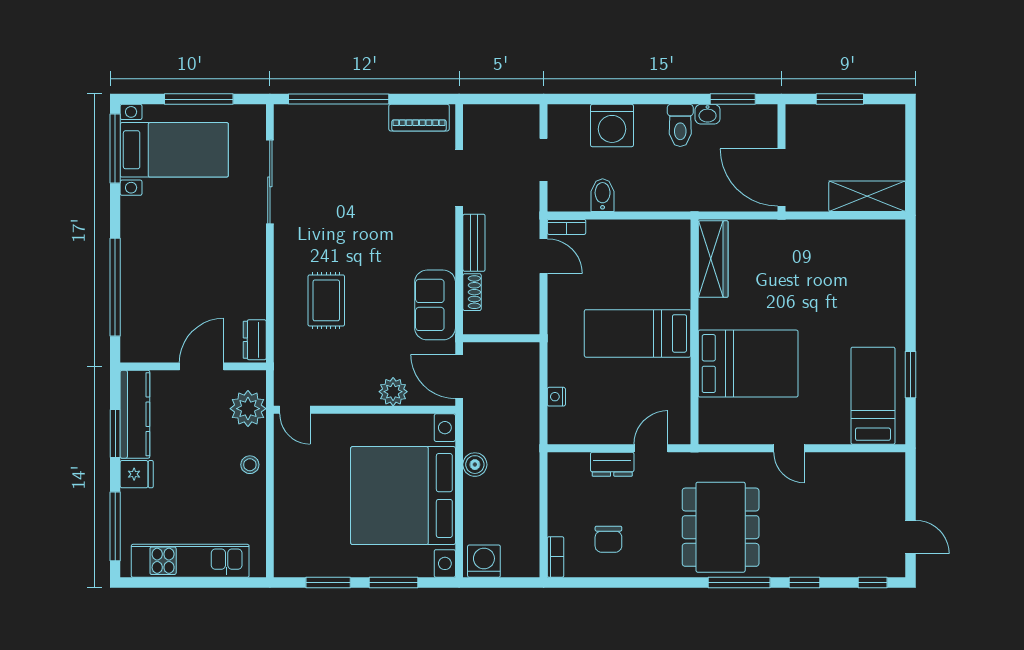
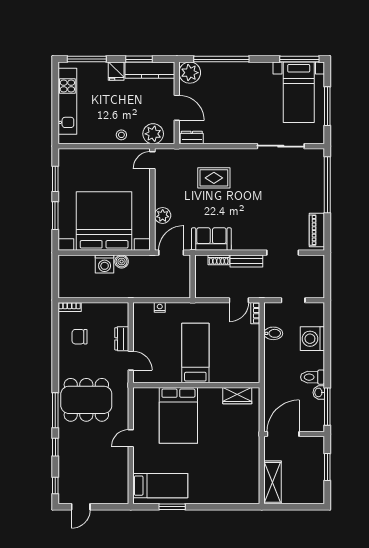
window: (733, 99) -> (327, 407), width x1.44
wardrobe: (713, 259) -> (237, 396), width x0.67
plant: (139, 343) -> (190, 73), added
washing machine: (484, 561) -> (105, 264), moved, turned 90

